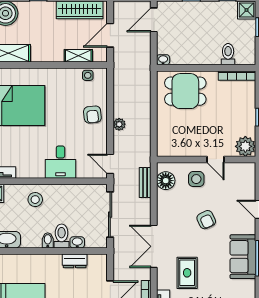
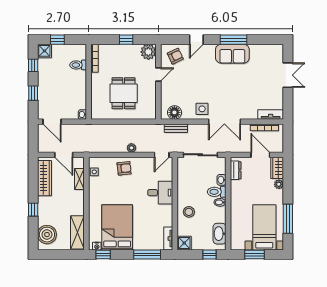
dining table: (185, 91) -> (124, 93), moved
side table: (196, 179) -> (202, 109), moved
armchair: (206, 220) -> (175, 56), moved
dresser: (75, 261) -> (236, 170), moved
rug: (187, 273) -> (245, 96), removed

